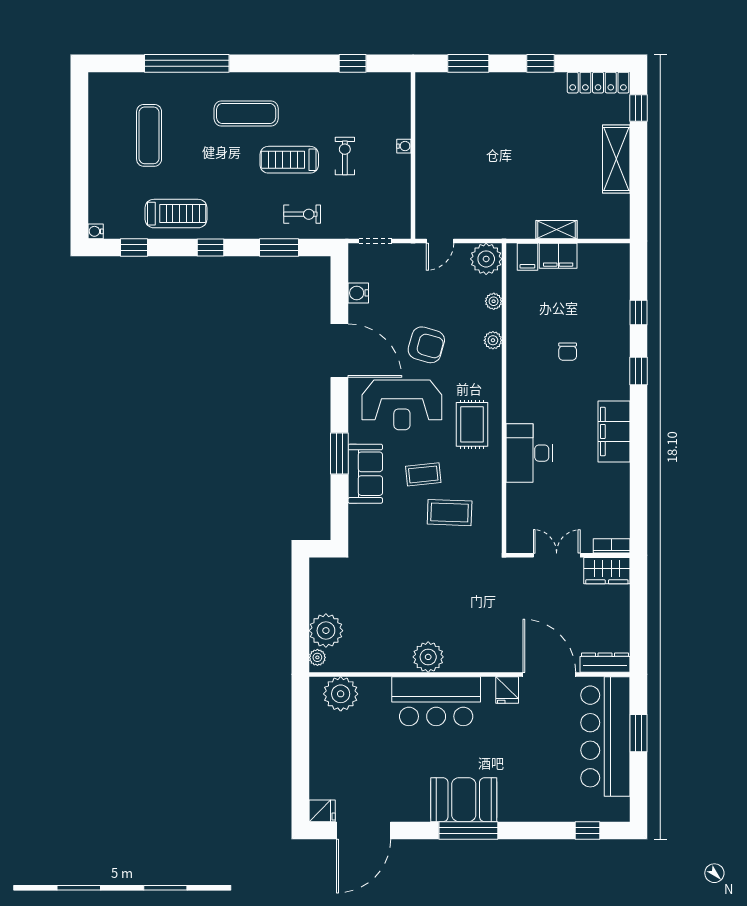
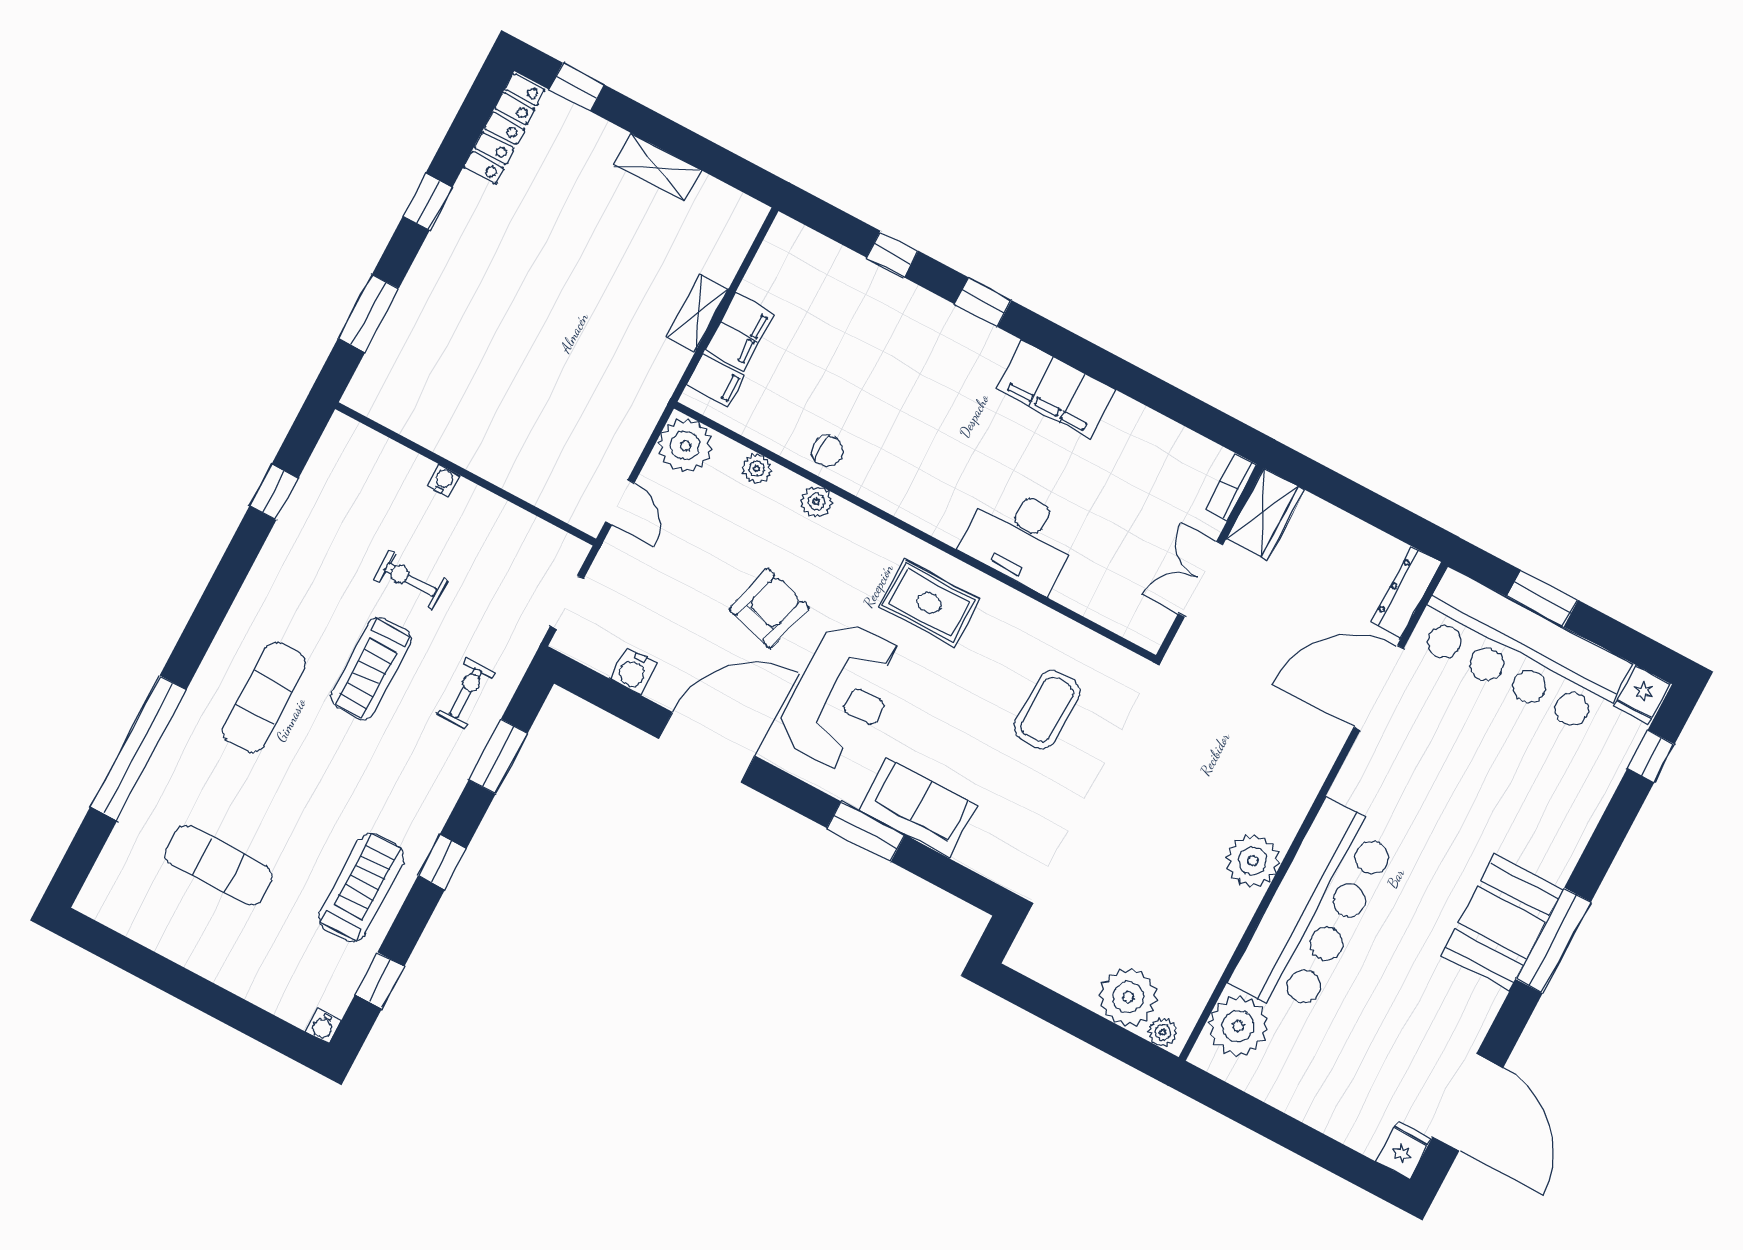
shelving: (616, 159) -> (657, 167), width x0.67, depth x0.75
chair: (568, 352) -> (828, 451), moved
coffee table: (423, 474) -> (967, 719), removed
fridge: (507, 690) -> (1642, 695), moved, turned 90
bar counter: (436, 701) -> (1314, 910), width x1.36

